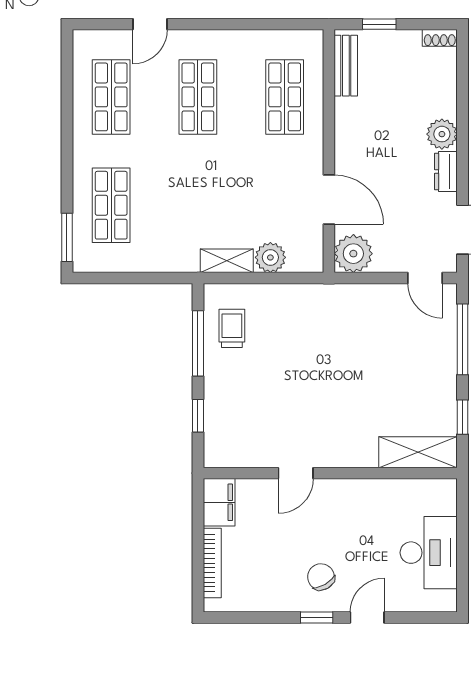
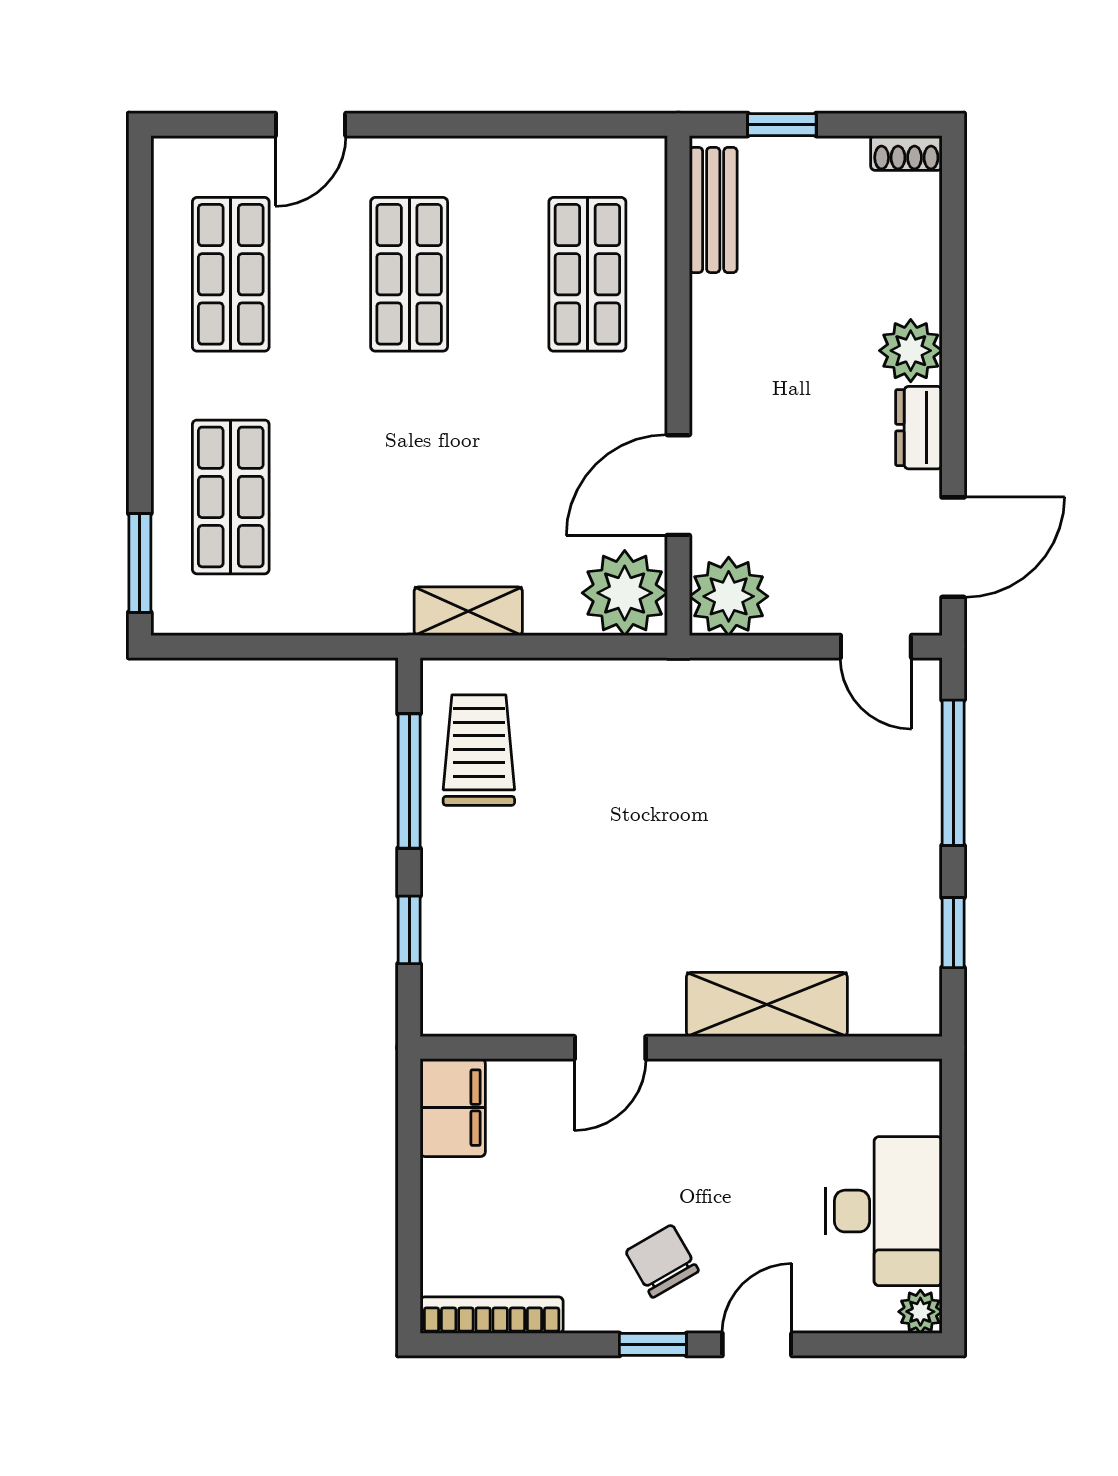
door: (329, 199) -> (678, 485), swing flipped
plant: (270, 257) -> (625, 593), moved, width x1.36, depth x1.36
trolley: (232, 328) -> (479, 750), width x1.36, depth x1.39
shelving: (418, 452) -> (767, 1005), moved
bookcase: (212, 563) -> (492, 1315), moved, turned -90
plant: (447, 602) -> (920, 1312), added

